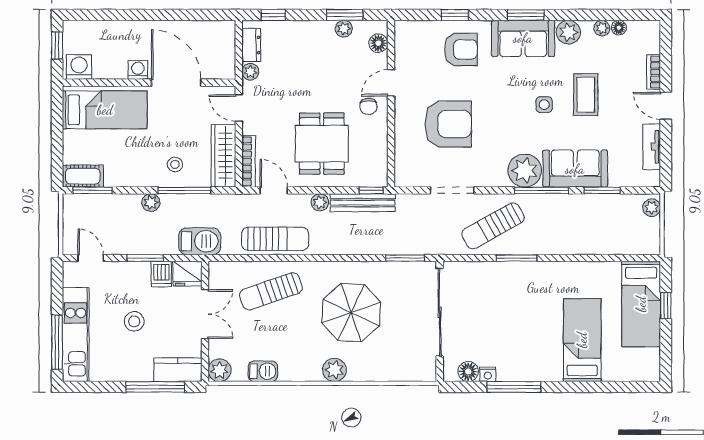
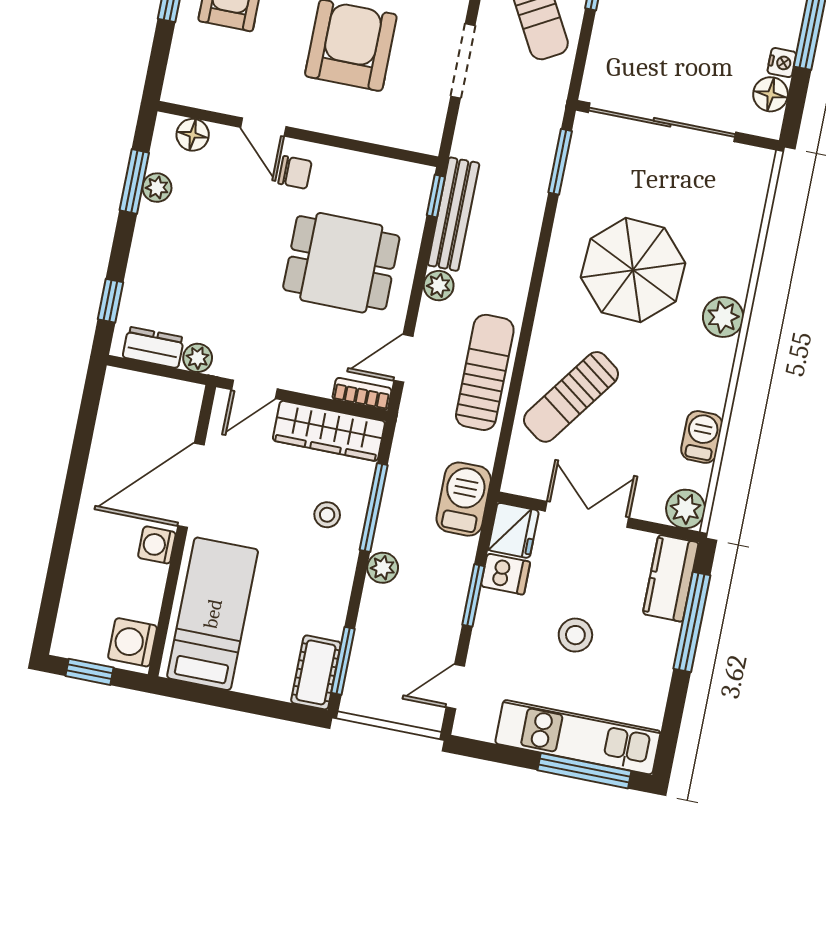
bookcase: (249, 161) -> (362, 394), width x0.64
sun lounger: (271, 291) -> (571, 397), turned 55

